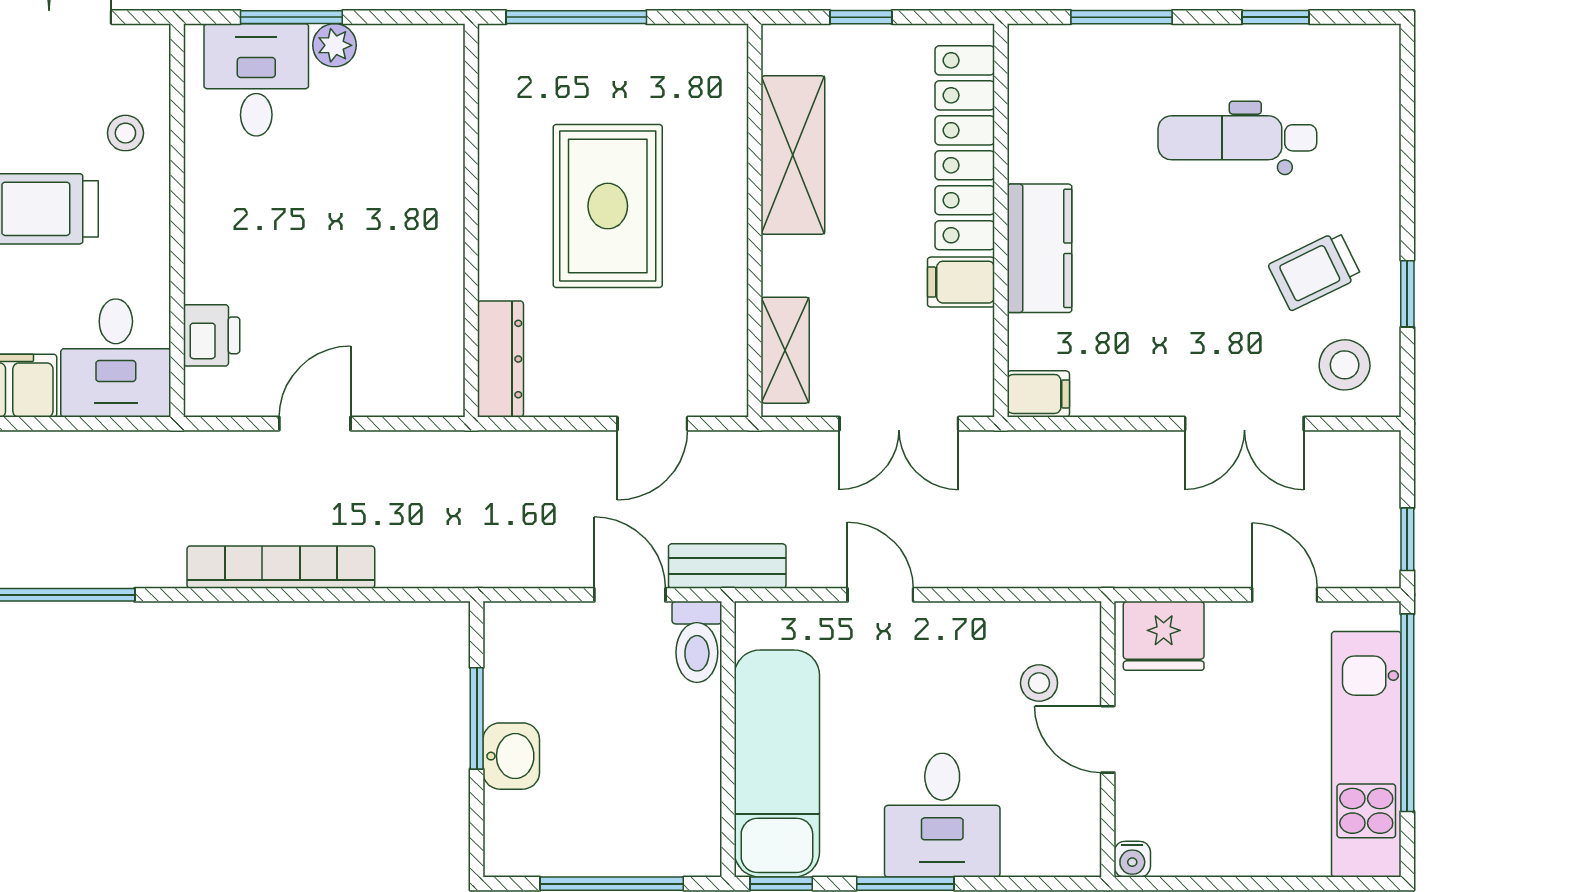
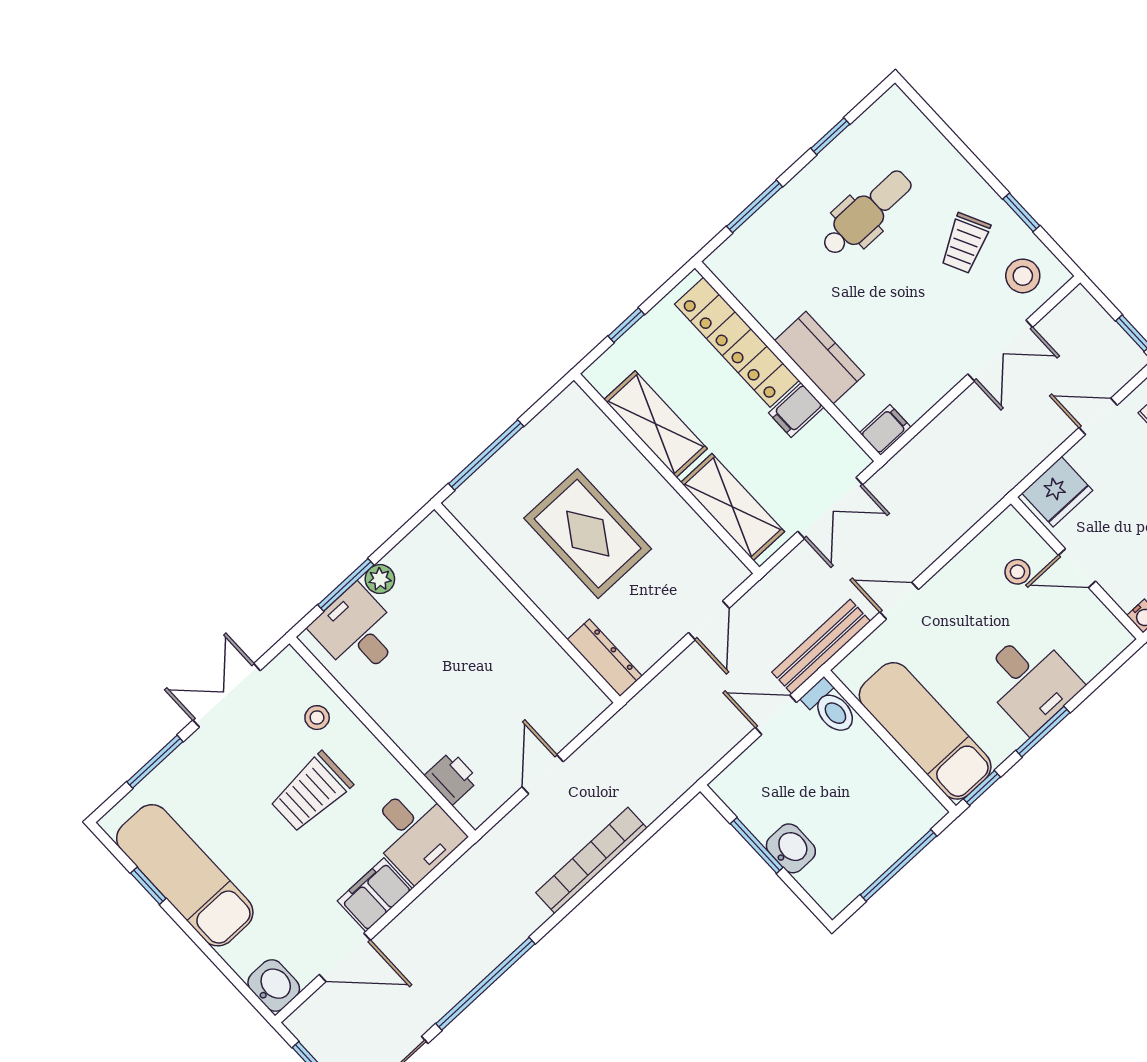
dental chair: (1237, 138) -> (867, 213), turned 180
shelving: (785, 350) -> (733, 507), width x1.50, depth x1.33
bench: (727, 566) -> (821, 647), width x1.36

